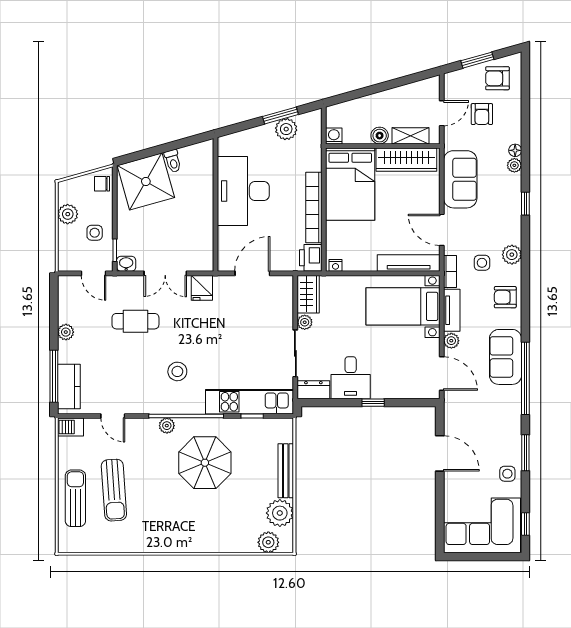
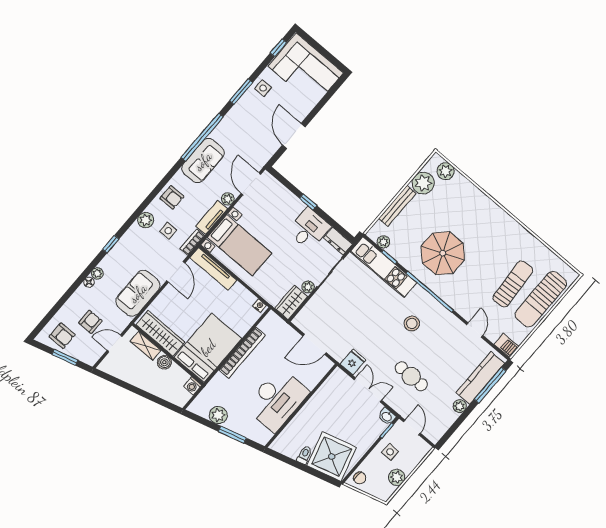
window: (280, 115) -> (232, 435), moved
printer: (311, 258) -> (271, 323), removed
kitchen counter: (69, 386) -> (480, 378), width x1.50
plant: (167, 426) -> (383, 242), moved
sun lounger: (75, 498) -> (541, 299), width x1.36, depth x1.34

